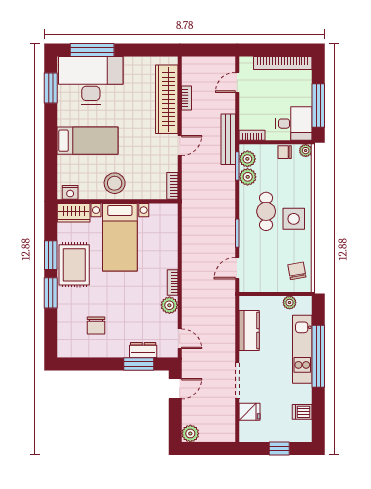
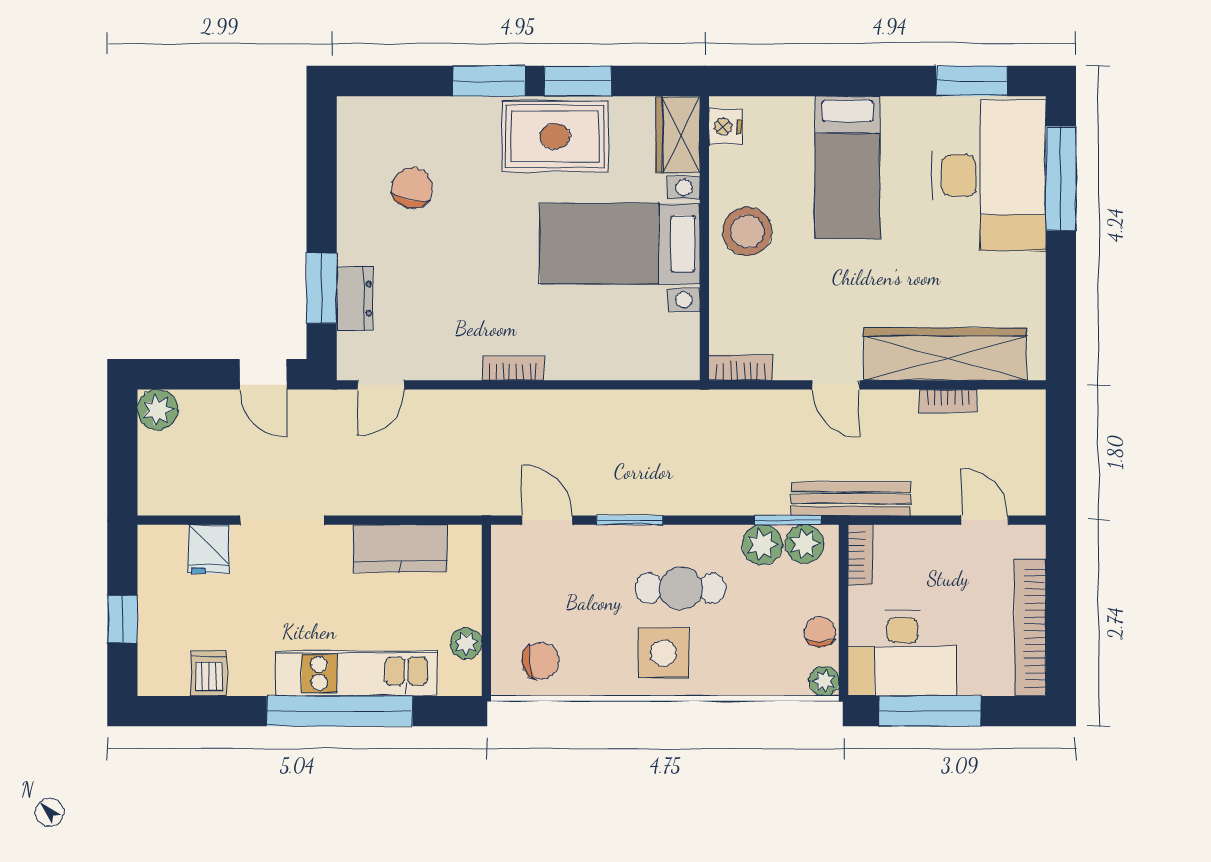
desk: (294, 124) -> (902, 653), width x1.37
plant: (169, 305) -> (460, 360), removed
chair: (96, 326) -> (412, 188), turned 103

